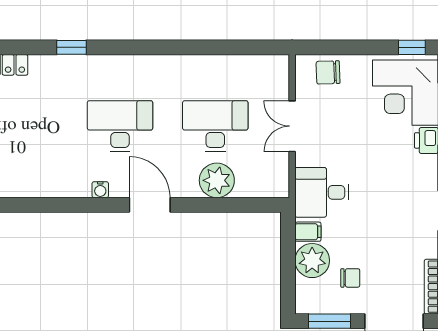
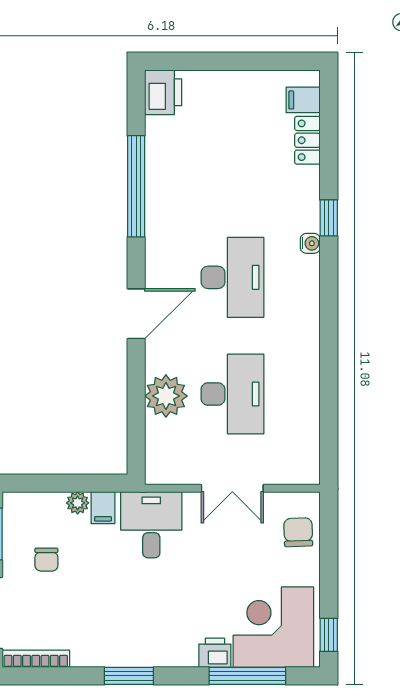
double door: (292, 126) -> (232, 488), swing flipped
water cooler: (100, 190) -> (310, 243), moved, turned 180
window: (46, 205) -> (136, 186), added
plant: (312, 261) -> (78, 503), width x0.53, depth x0.53

